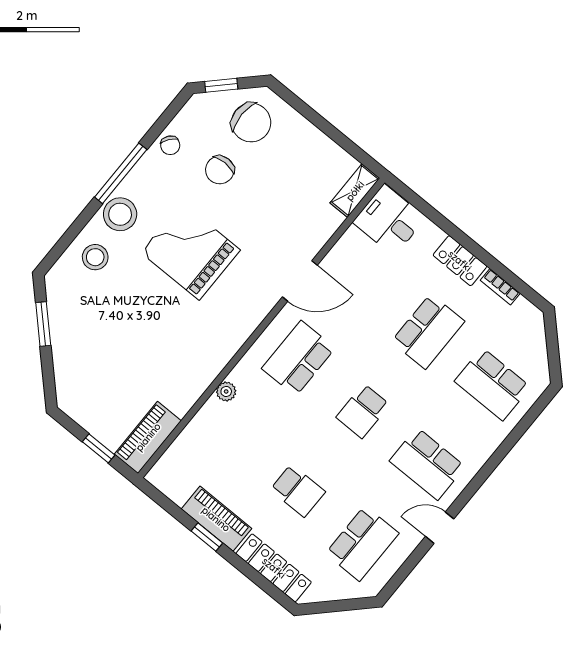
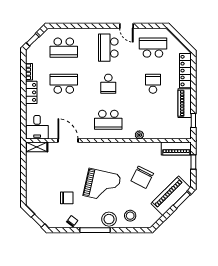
chair: (251, 122) -> (142, 177), moved, turned -153
grand piano: (190, 251) -> (102, 185), turned -77
door: (300, 281) -> (68, 141), moved
window: (43, 324) -> (182, 200), moved
window: (552, 340) -> (33, 40), added
piano: (72, 359) -> (171, 196), added
school desk: (492, 384) -> (64, 48), turned 90
school desk: (363, 411) -> (108, 84), turned 90
school desk: (427, 464) -> (108, 48), turned 180
window: (207, 537) -> (193, 121), moved

